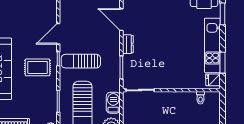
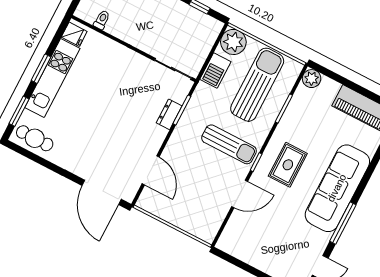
dresser: (128, 44) -> (169, 114), moved
window: (223, 63) -> (41, 69), moved
rug: (38, 67) -> (288, 165), turned 90

